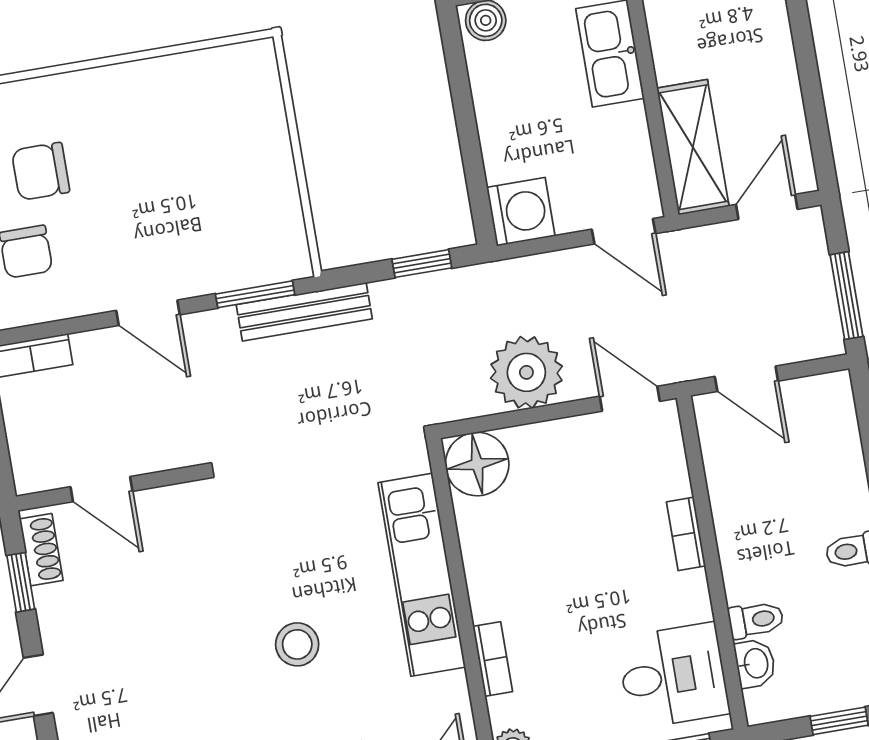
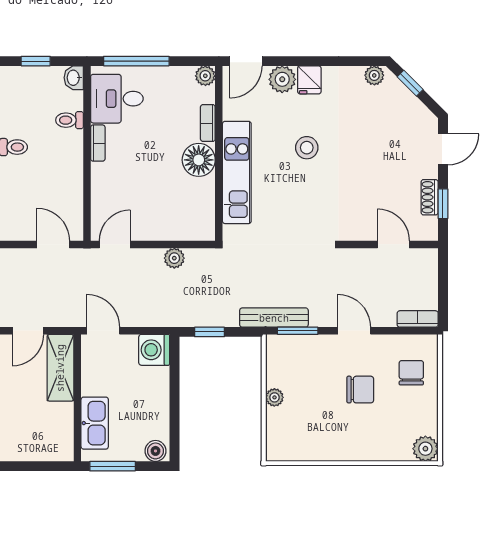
plant: (277, 160) -> (274, 397), added
chair: (41, 171) -> (360, 390), moved
plant: (526, 372) -> (174, 258), width x0.53, depth x0.53
door: (630, 399) -> (115, 244), swing flipped
floor lamp: (477, 464) -> (199, 160), moved
bookcase: (686, 534) -> (98, 143), moved
shoe rack: (41, 550) -> (430, 197), moved
washbasin: (755, 663) -> (74, 78), moved

